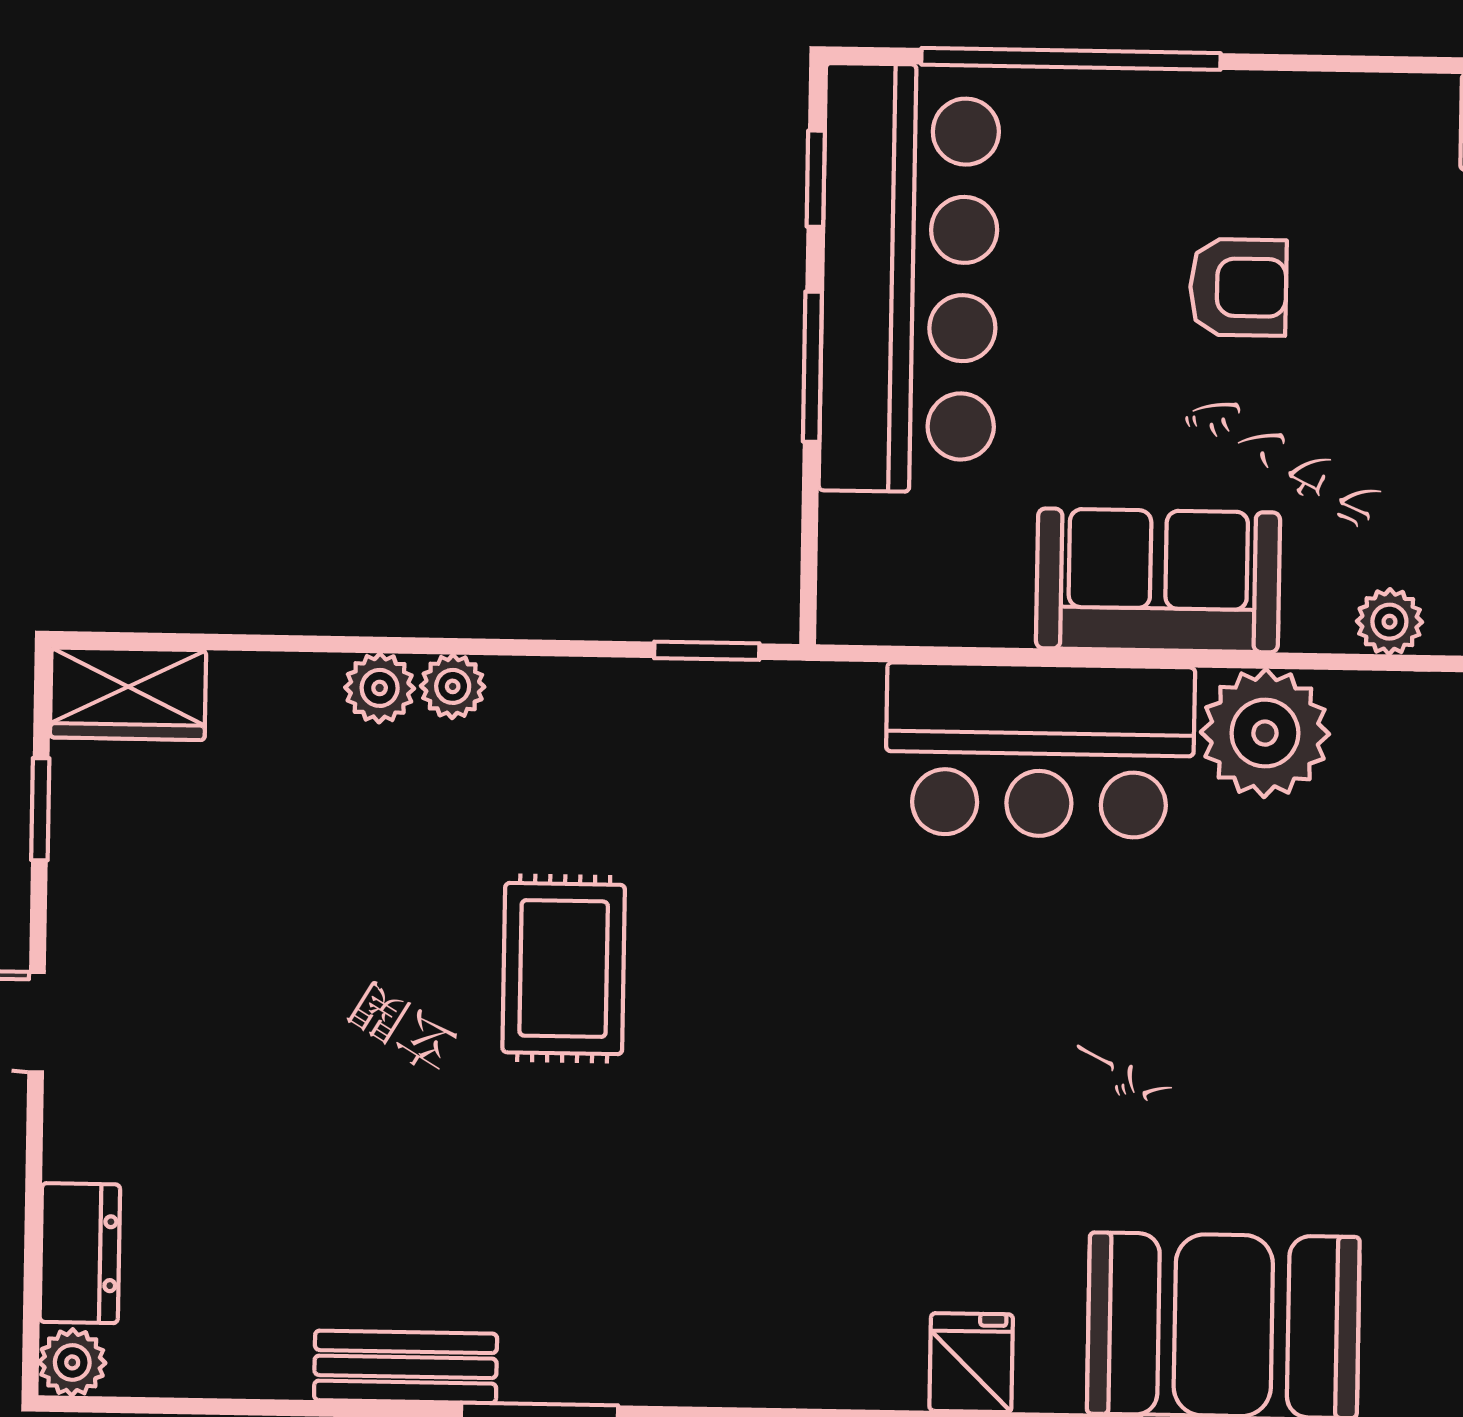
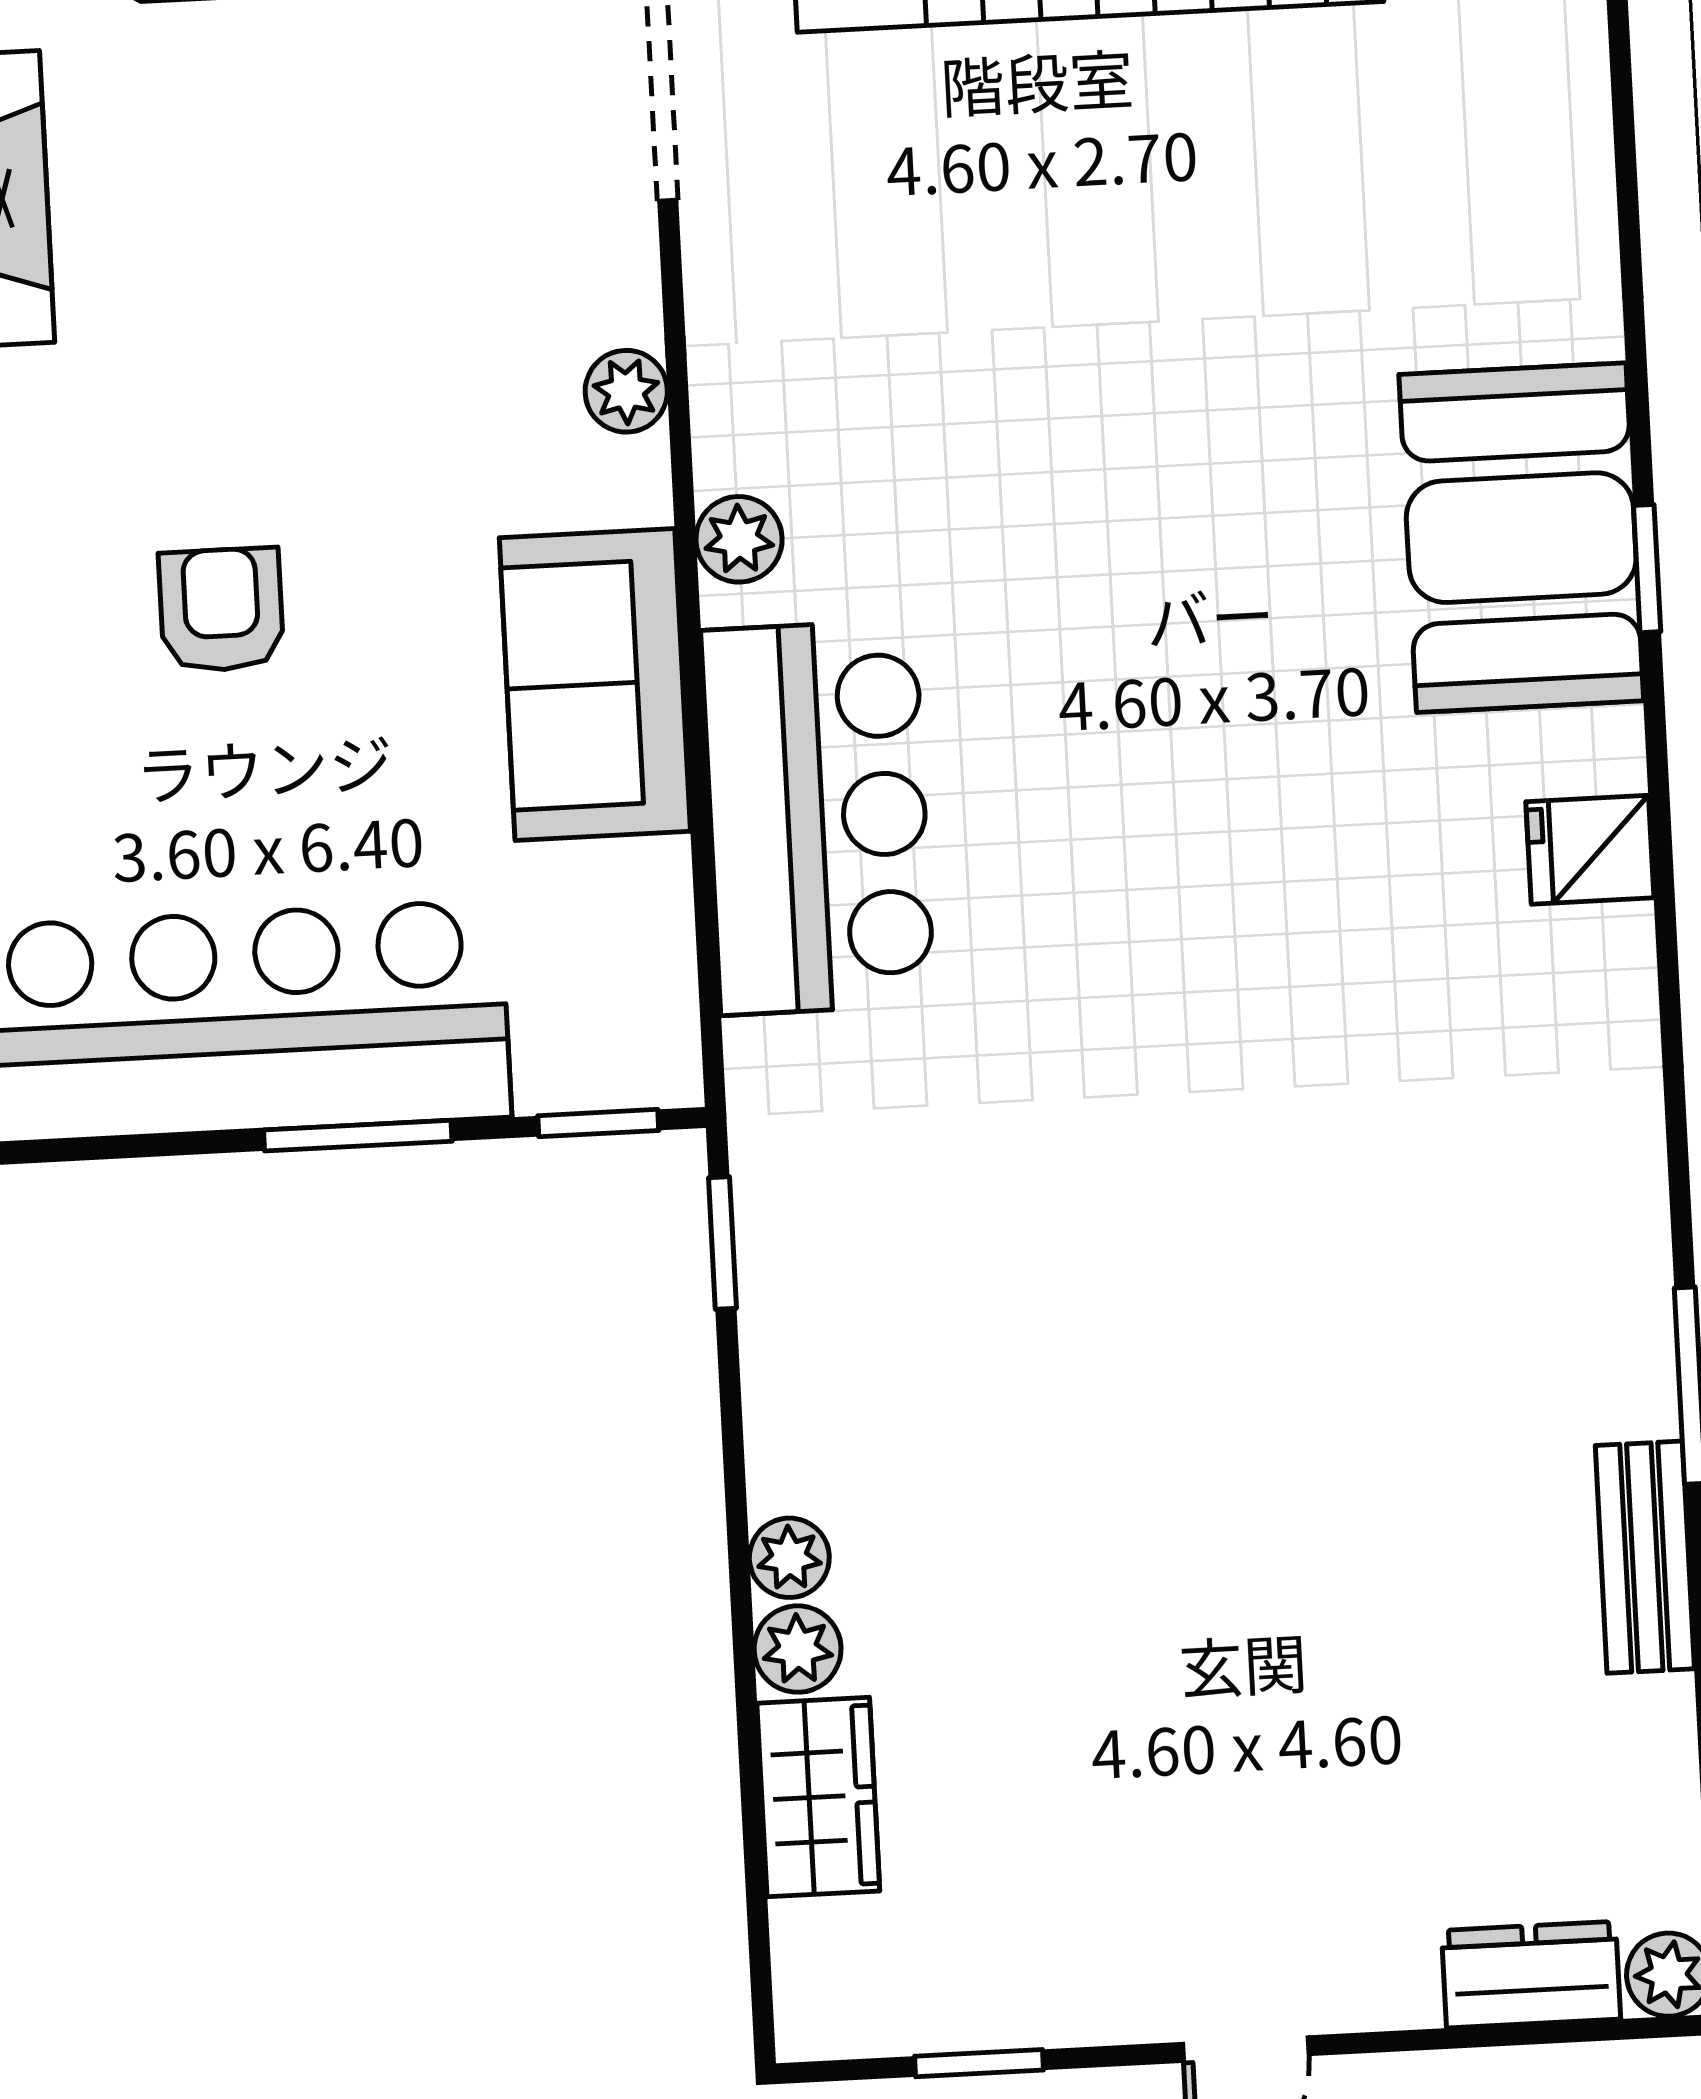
window: (816, 179) -> (598, 1123), moved
wardrobe: (128, 694) -> (818, 1797), moved
plant: (1265, 733) -> (739, 539), width x0.53, depth x0.53
rug: (564, 969) -> (1133, 1394), removed

